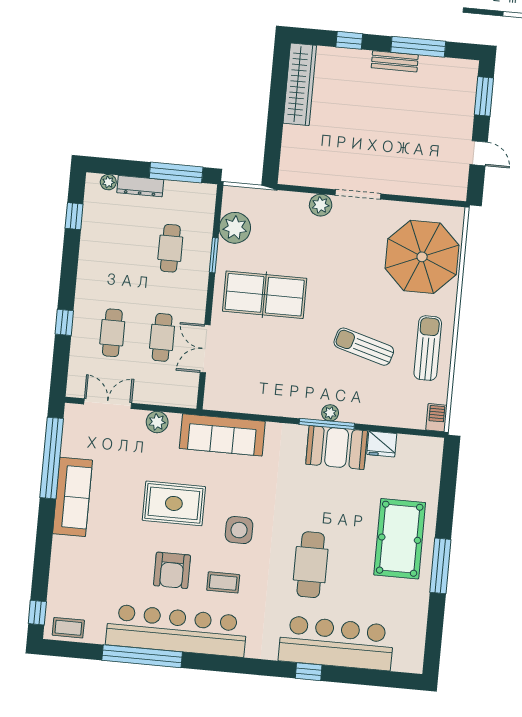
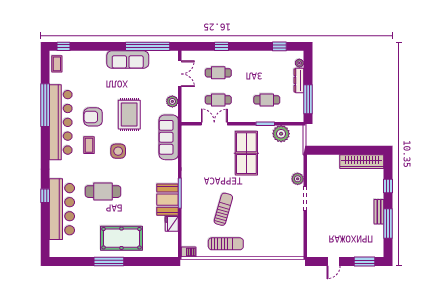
parasol: (422, 257) -> (275, 236), removed
plant: (330, 413) -> (186, 194), removed

